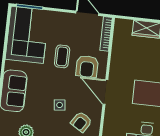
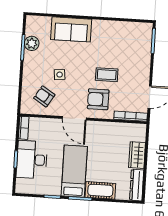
corner sofa: (27, 35) -> (126, 40), removed
door: (105, 92) -> (74, 118), swing flipped

